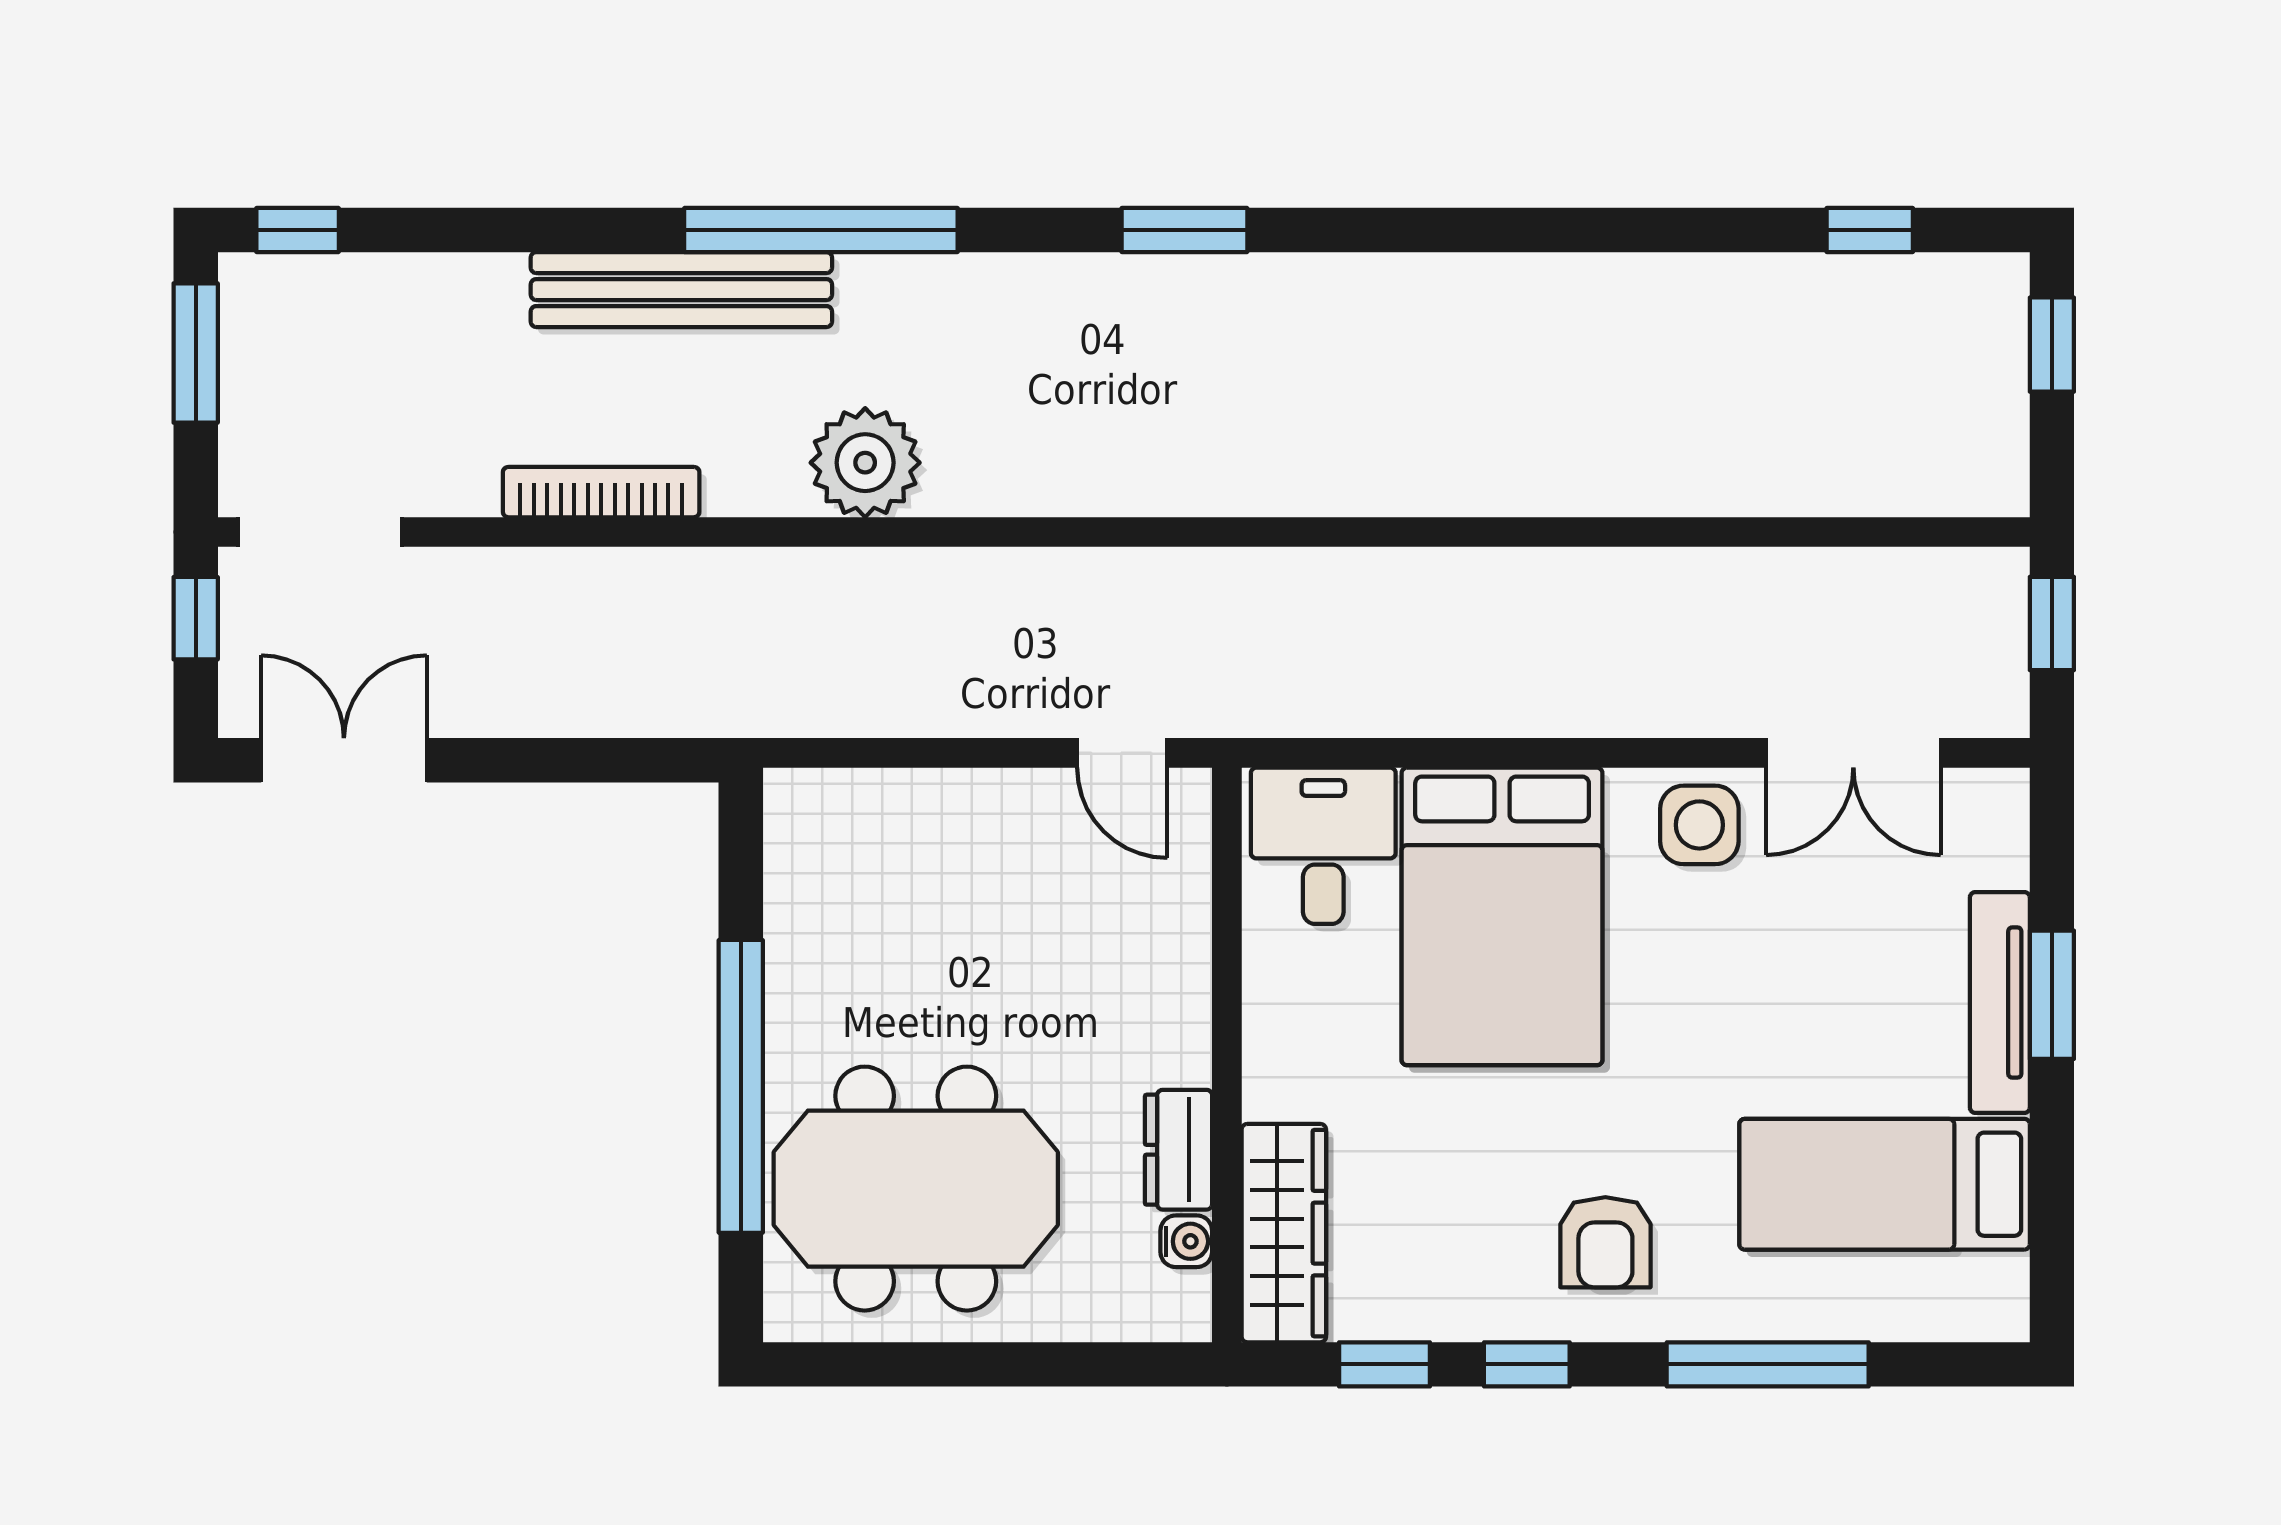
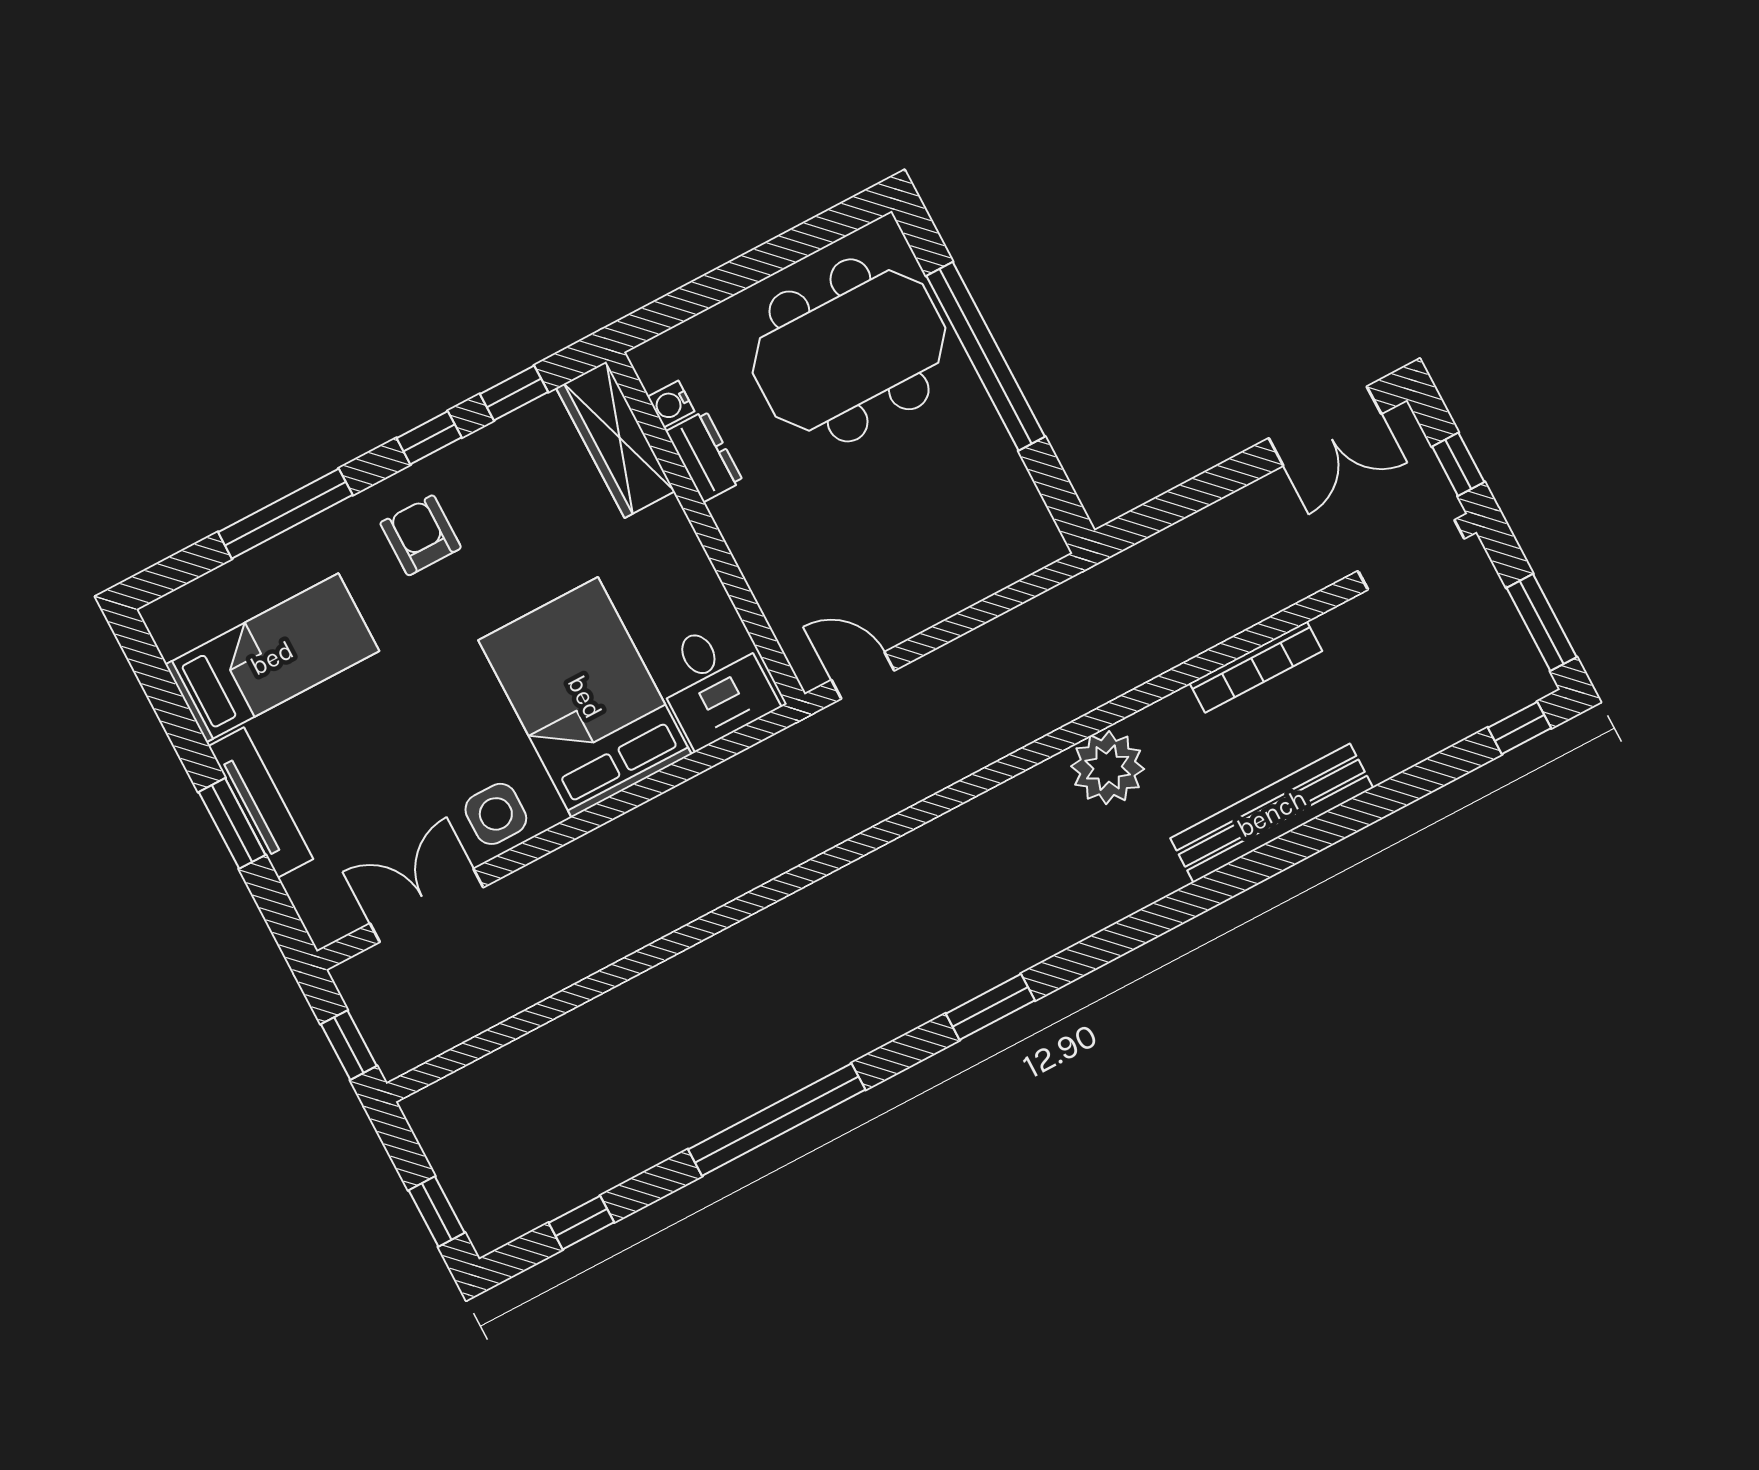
window: (821, 230) -> (777, 1120), moved

